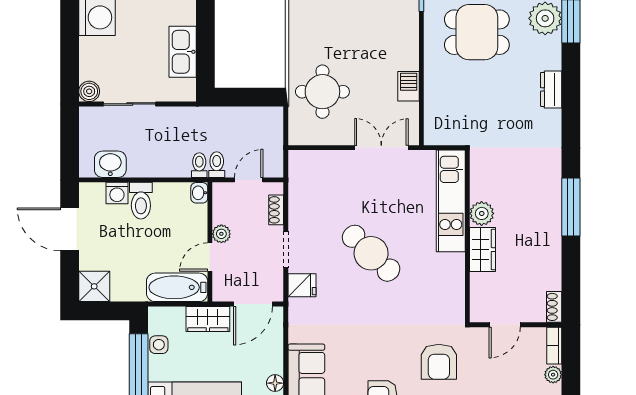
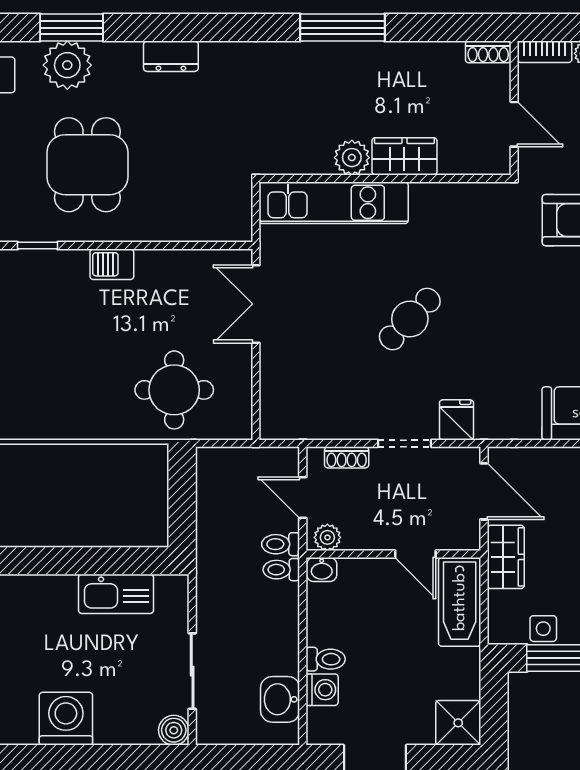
barbecue: (409, 86) -> (112, 264), moved
toilet: (141, 201) -> (326, 659), width x0.73, depth x0.72
plant: (221, 234) -> (327, 537), moved
cafe table: (371, 253) -> (410, 319), width x0.73, depth x0.74

